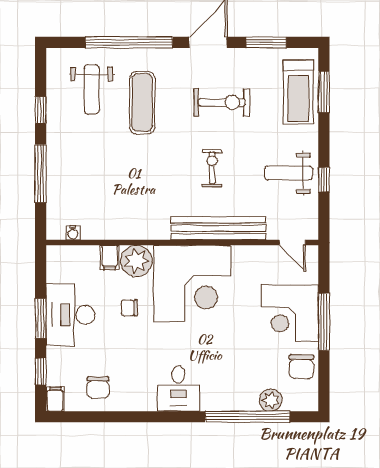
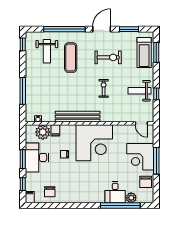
window: (41, 110) -> (23, 44), moved
bench: (218, 228) -> (78, 117), moved
plant: (136, 261) -> (43, 132), moved
desk: (178, 389) -> (115, 192), moved

